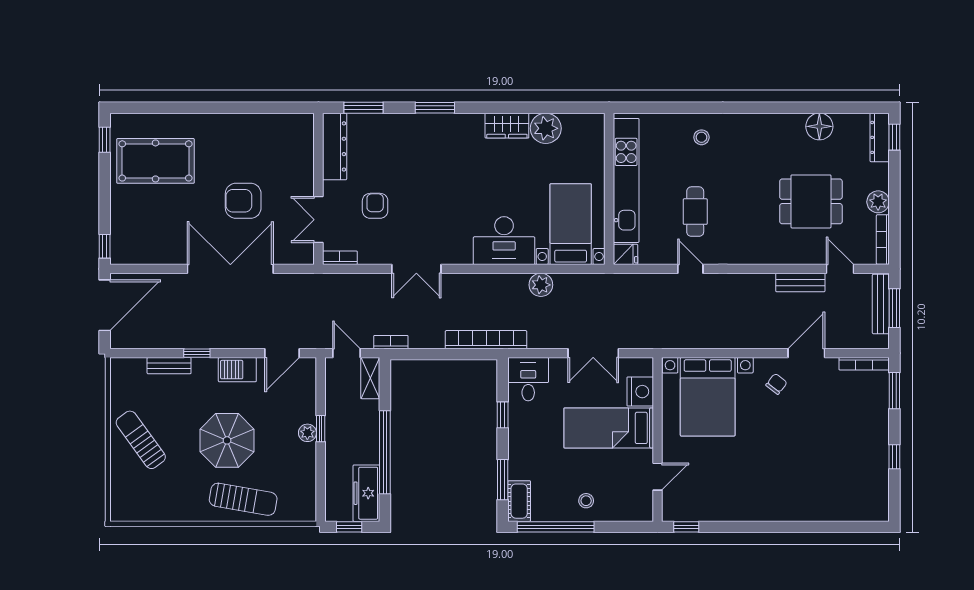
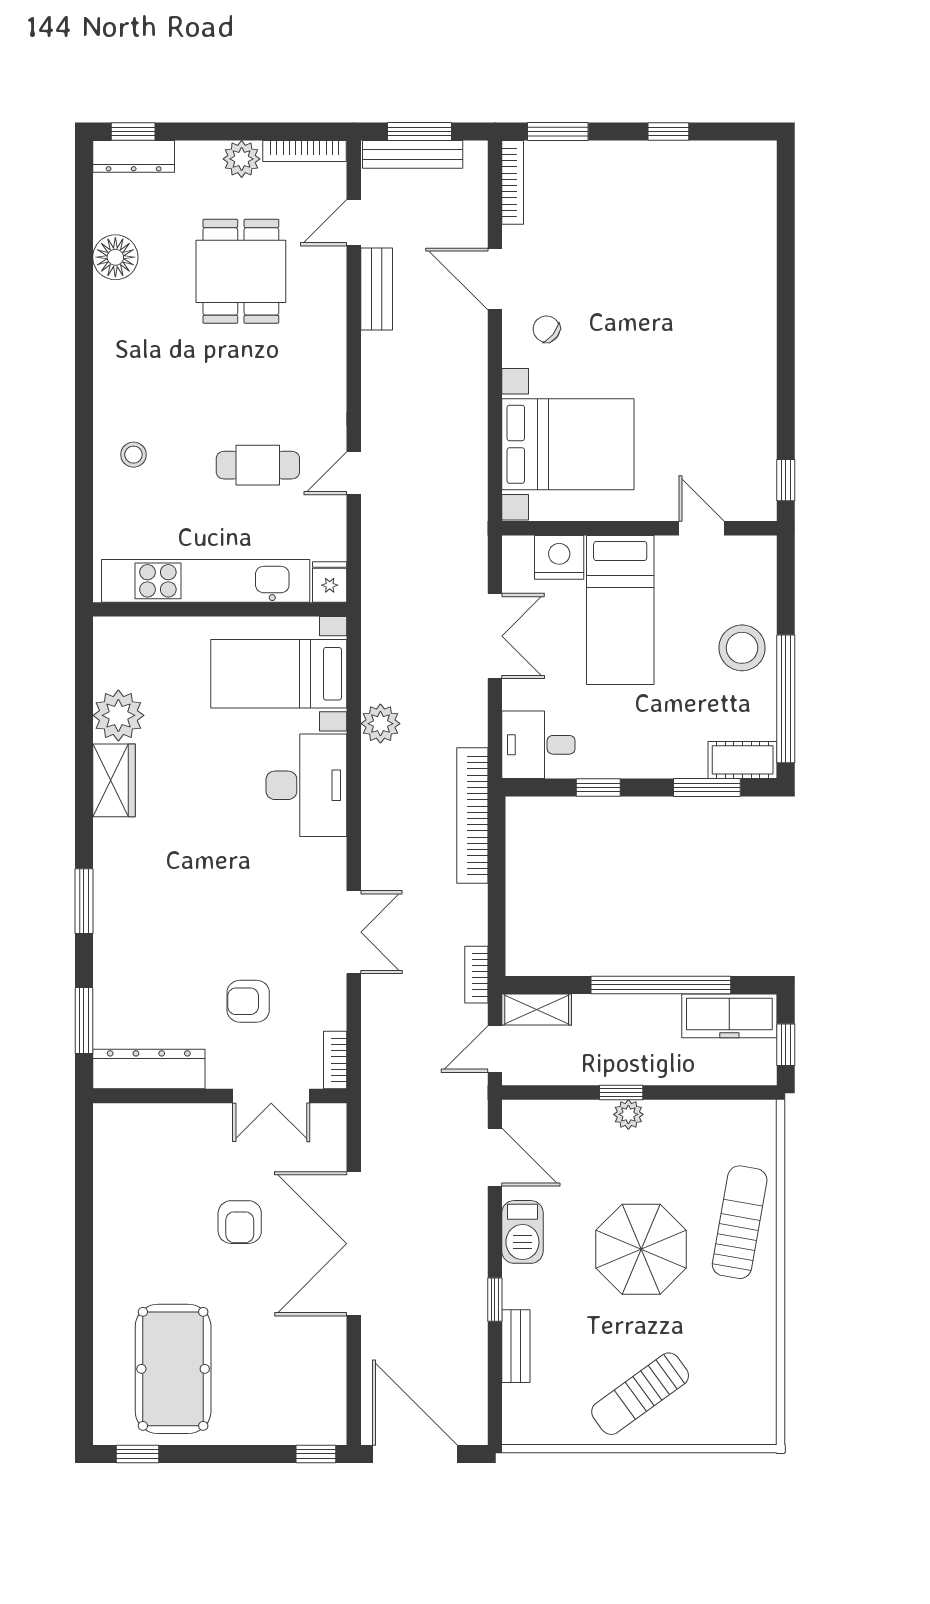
armchair: (243, 201) -> (240, 1222), width x0.72, depth x0.72
stool: (586, 501) -> (742, 648), width x1.89, depth x1.89

